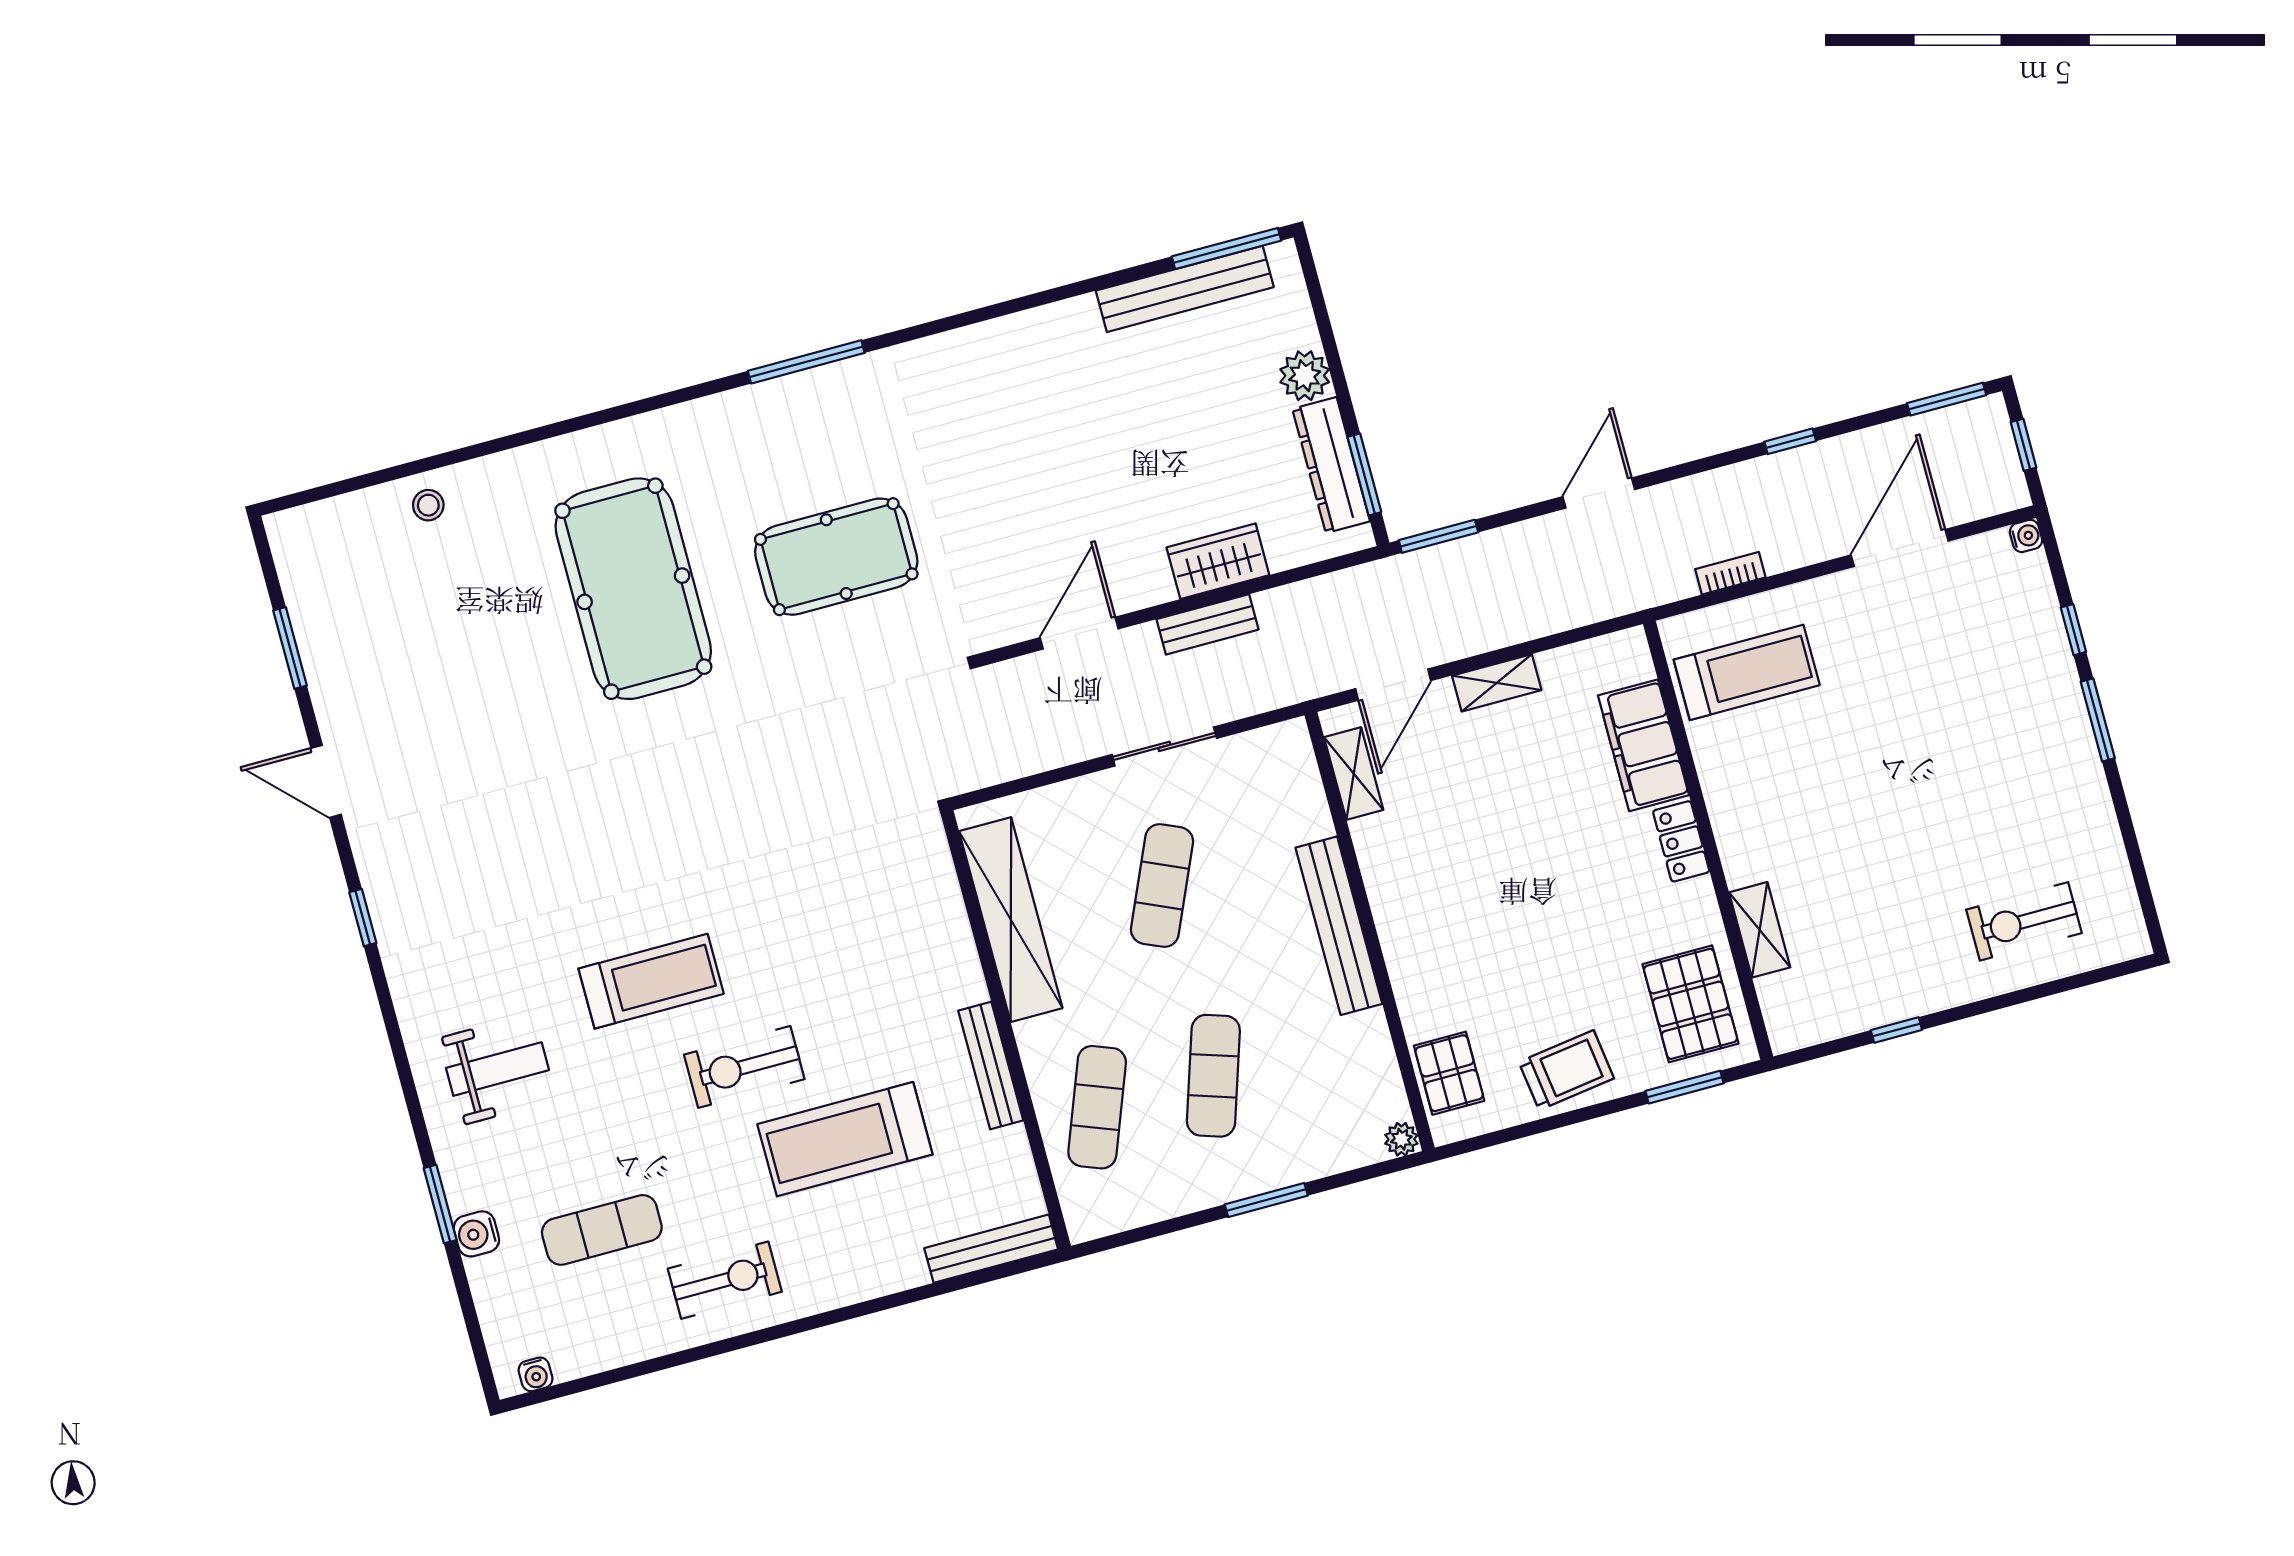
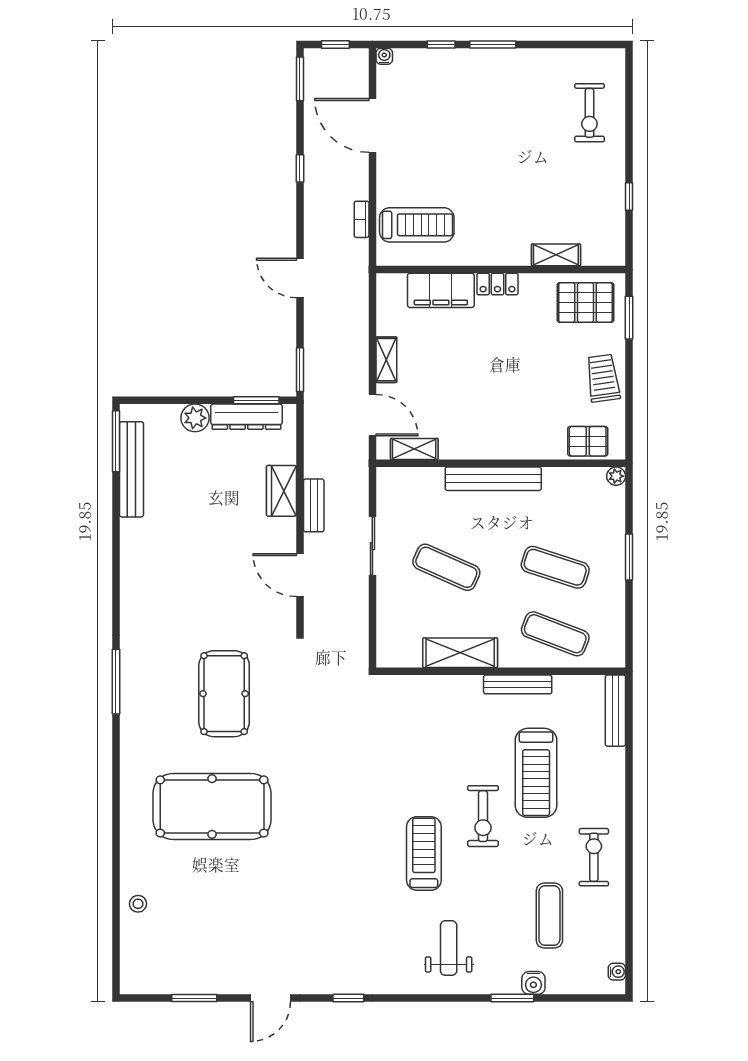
treadmill: (1747, 672) -> (417, 225), turned 90
shelving: (1011, 920) -> (460, 653), width x0.68

